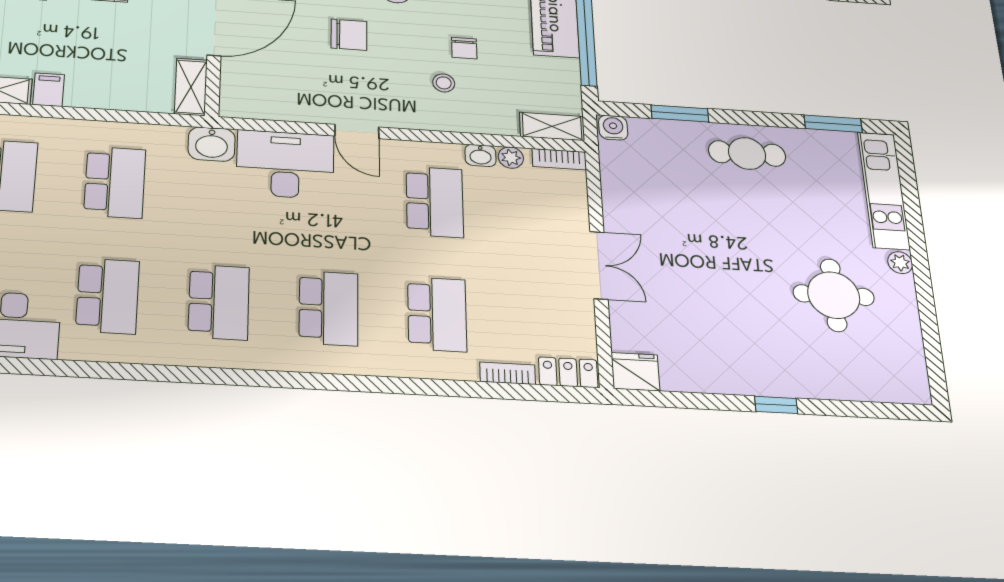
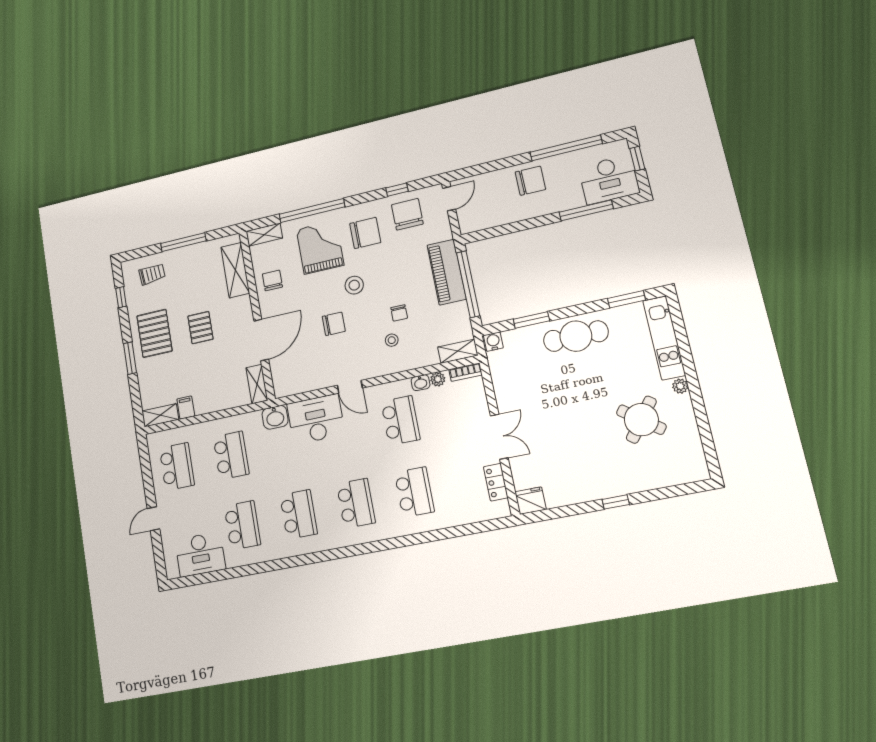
cafe table: (747, 153) -> (576, 336), width x1.37, depth x1.35
round table: (834, 295) -> (641, 420), turned 37
locker: (568, 372) -> (496, 482), moved, turned -90
bookcase: (508, 373) -> (459, 519), removed

